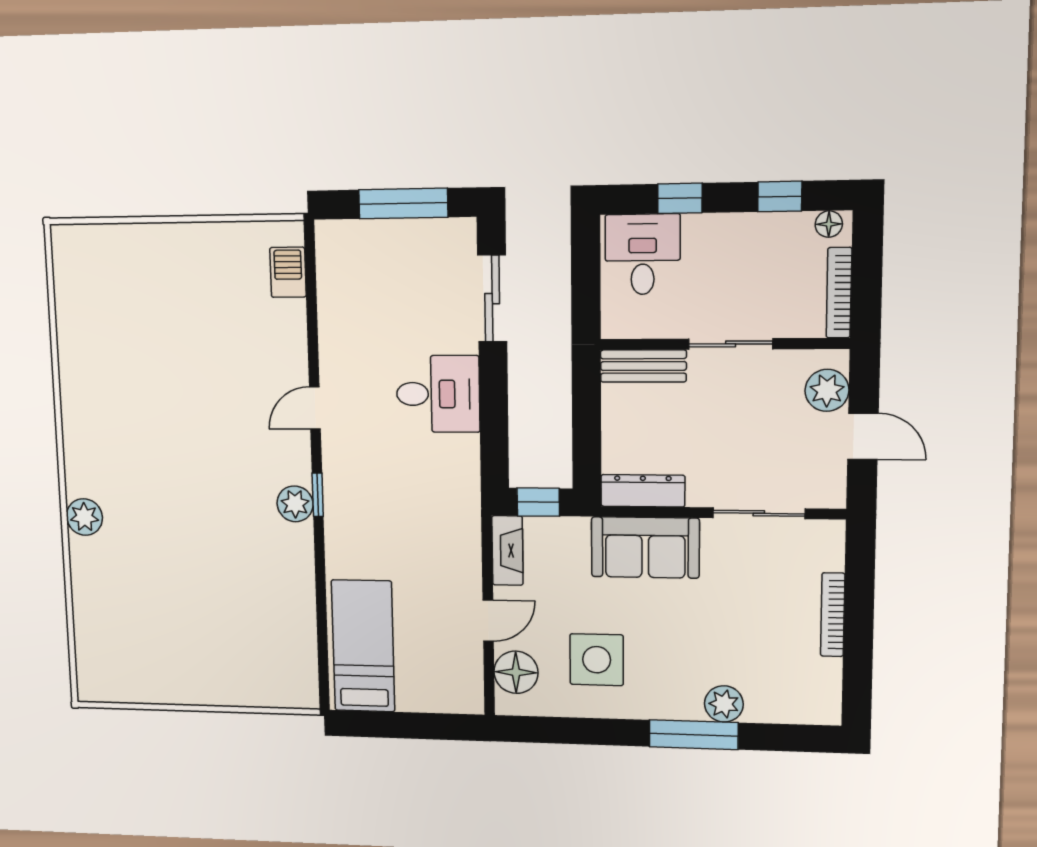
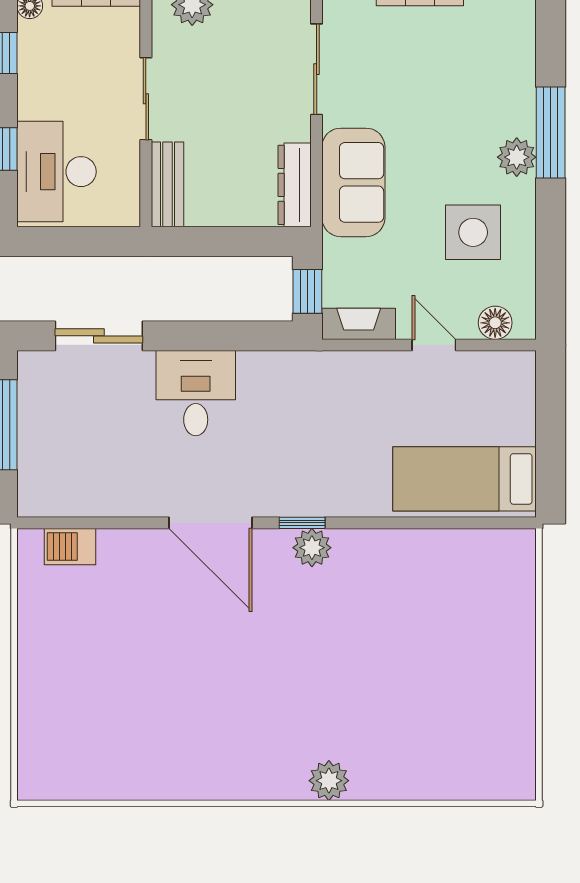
desk: (643, 254) -> (57, 172), width x1.37
door: (315, 408) -> (210, 523), width x1.87
floor lamp: (516, 672) -> (495, 323), width x0.73, depth x0.73
plant: (724, 704) -> (517, 157), moved

